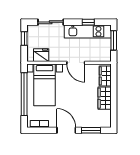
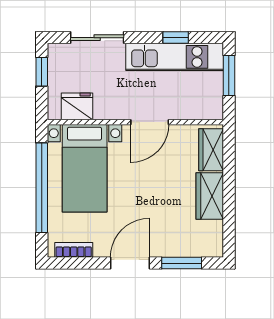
door: (76, 63) -> (150, 122), hinge flipped
door: (66, 130) -> (130, 263), hinge flipped

